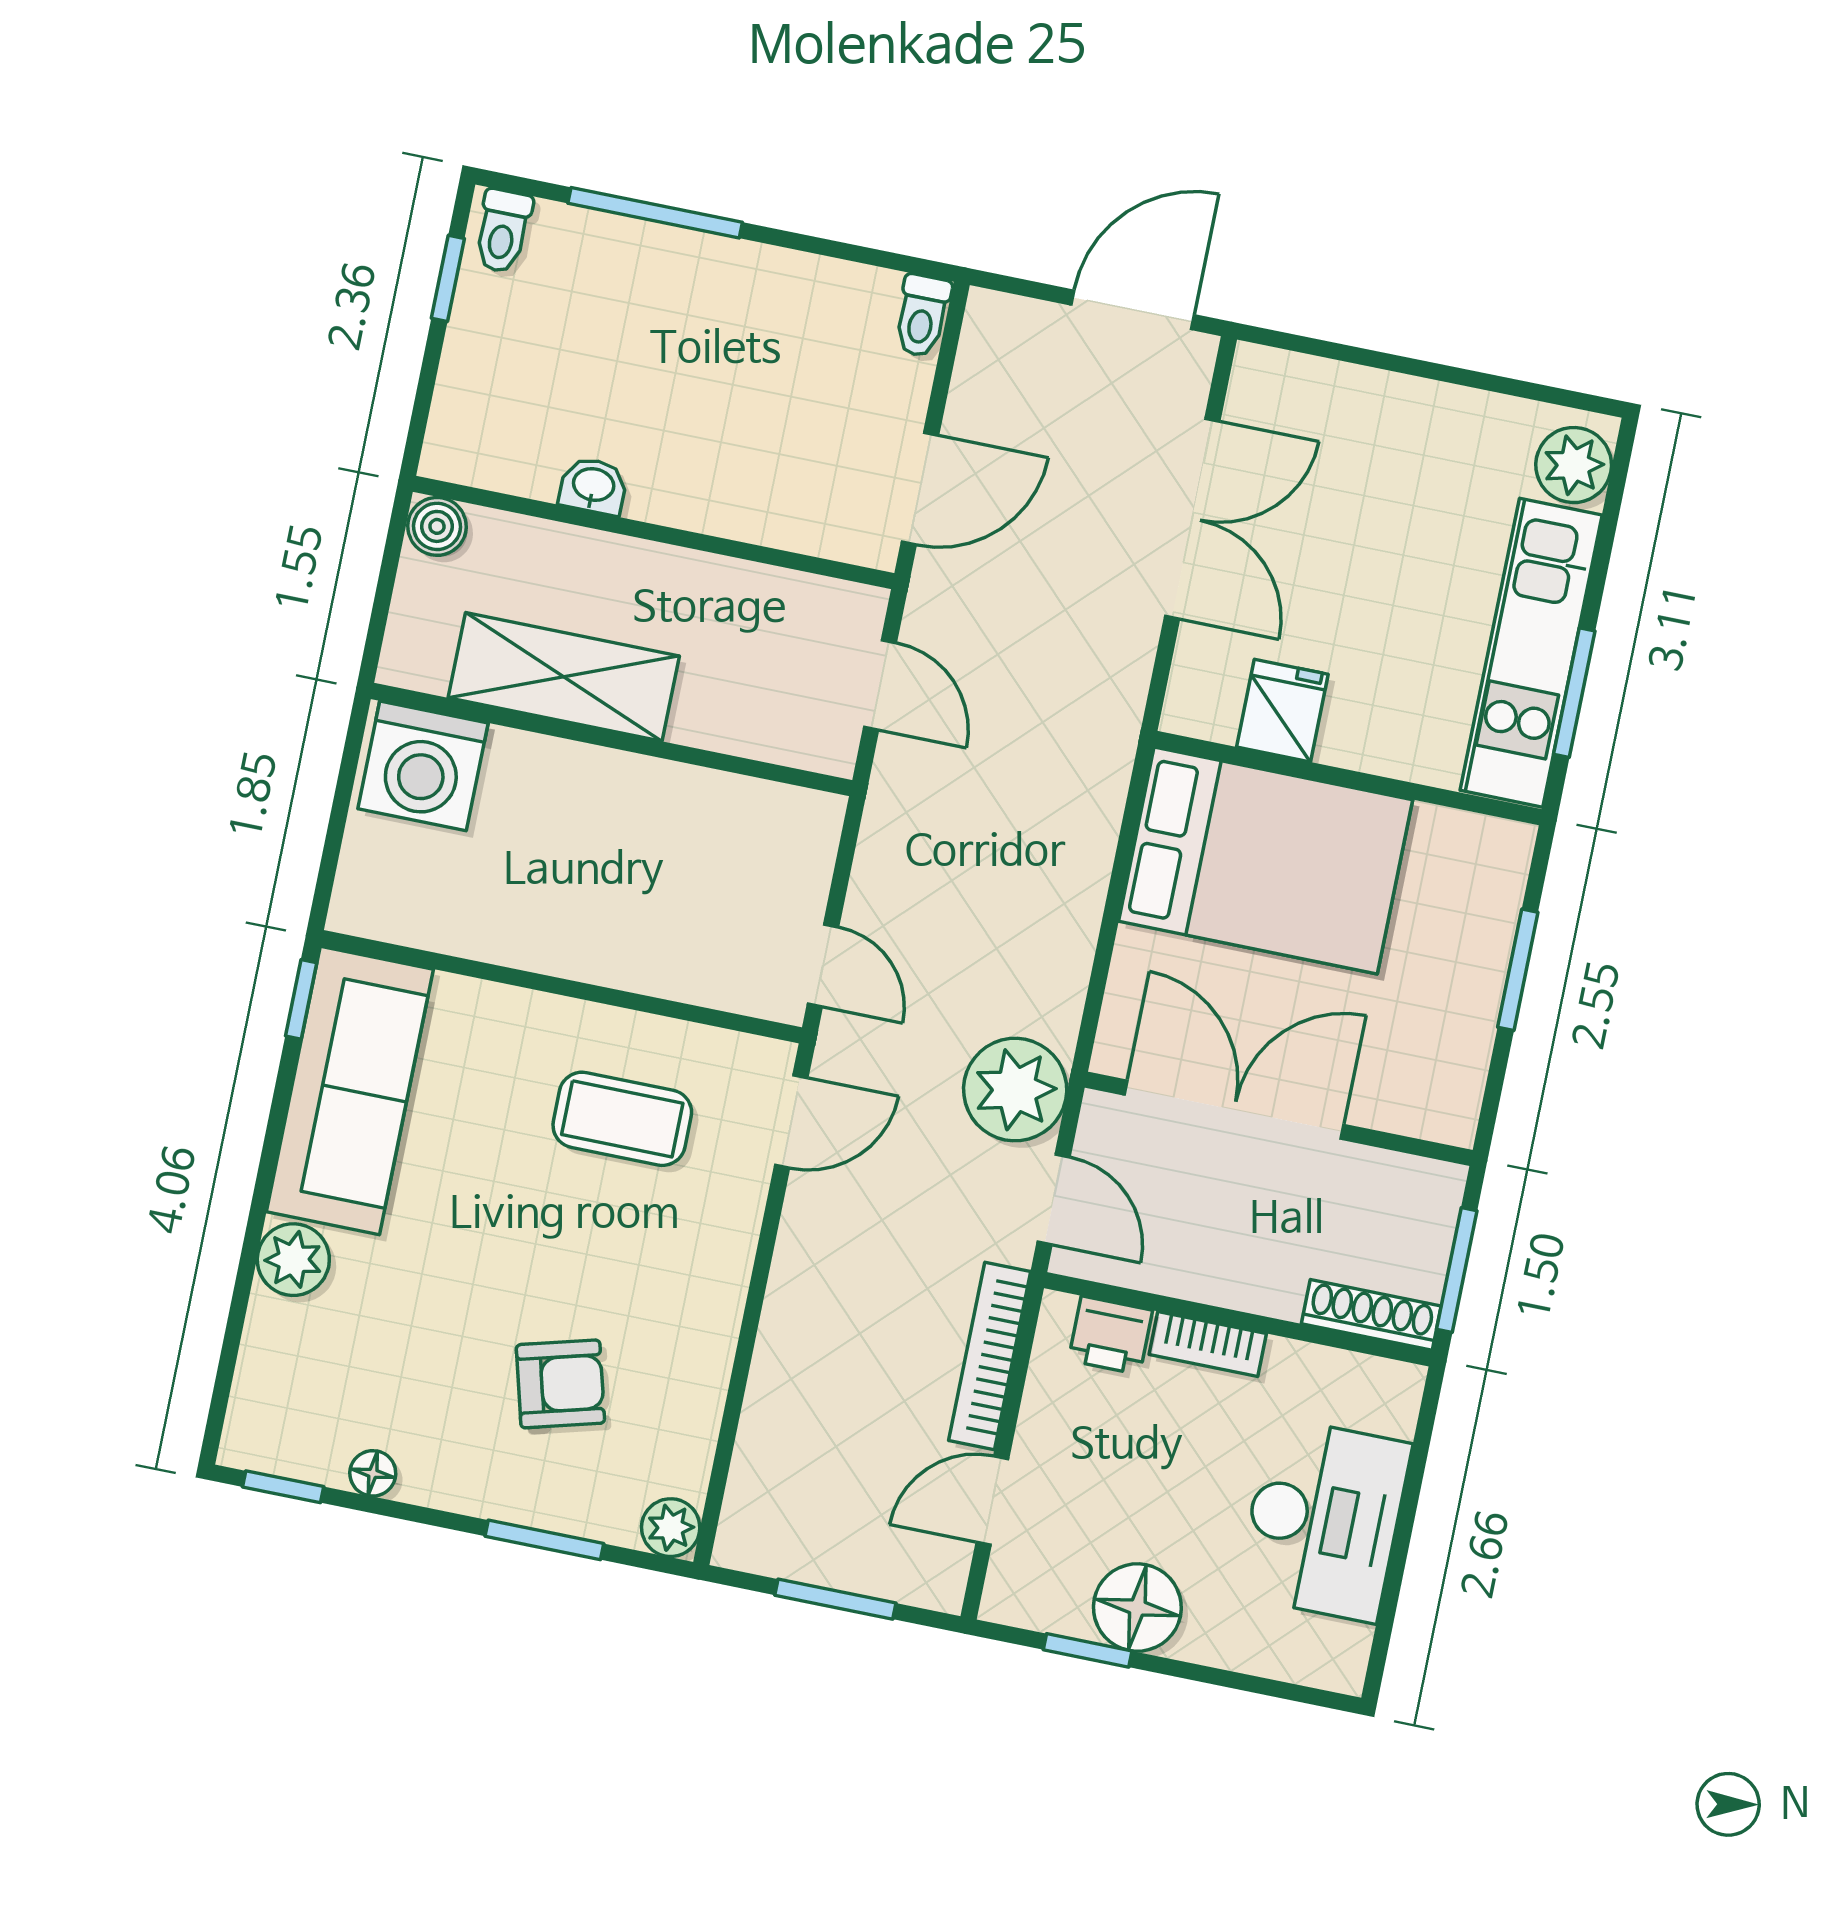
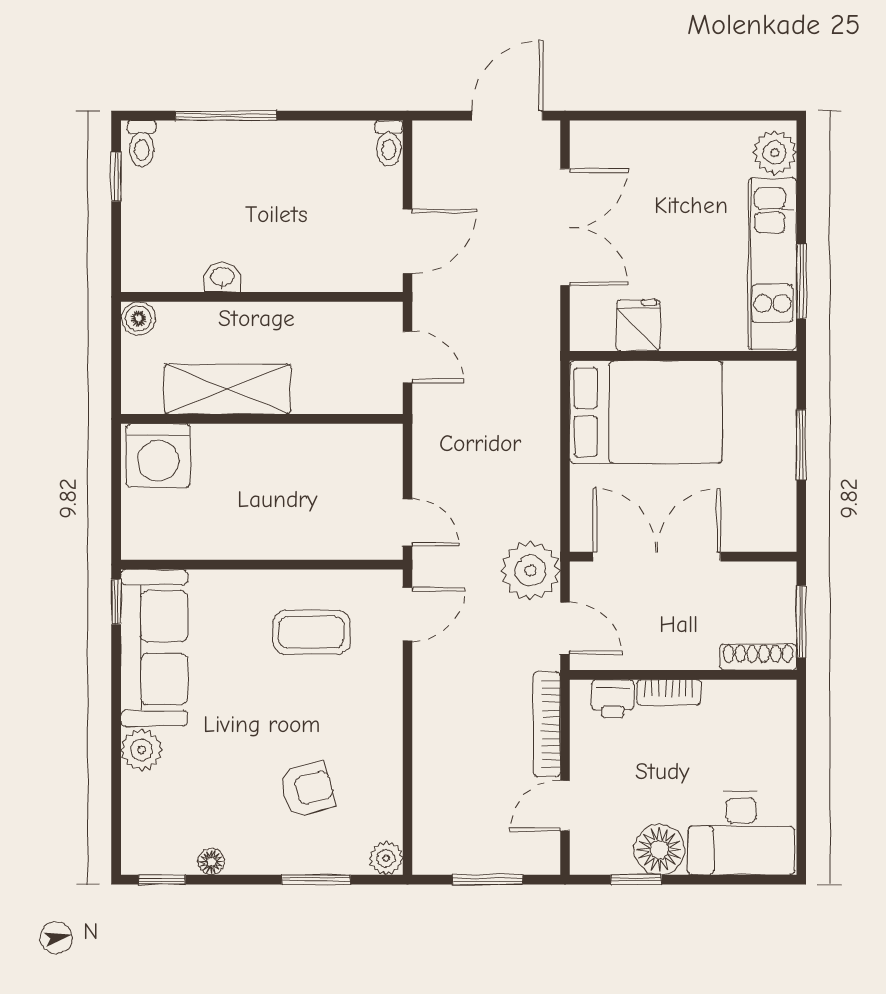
desk: (1324, 1520) -> (741, 833), moved, turned 90

